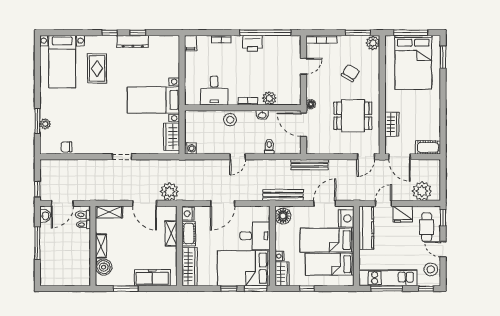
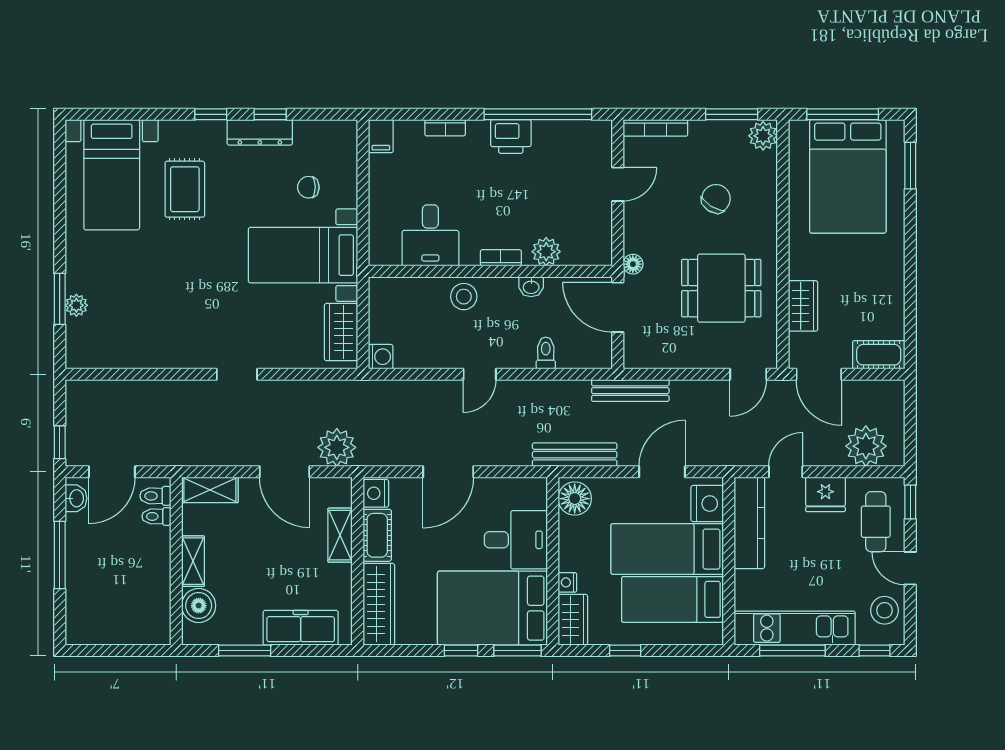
chair: (66, 147) -> (308, 187), moved

